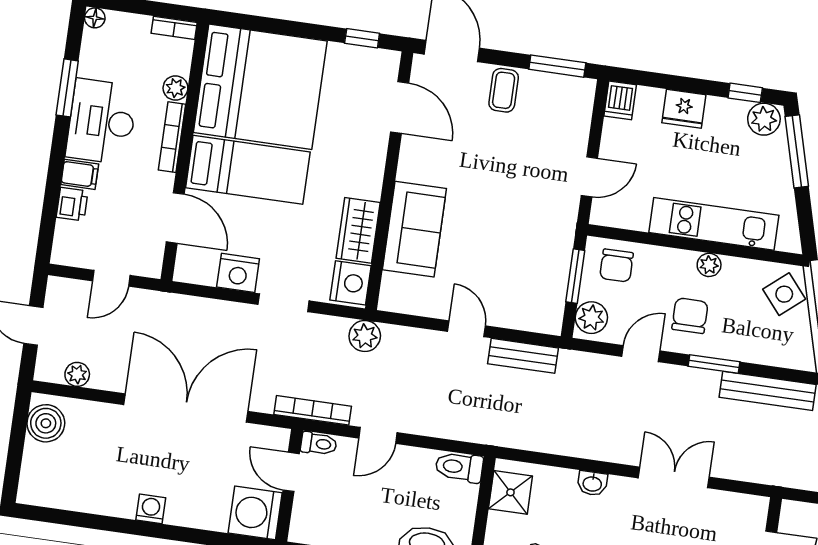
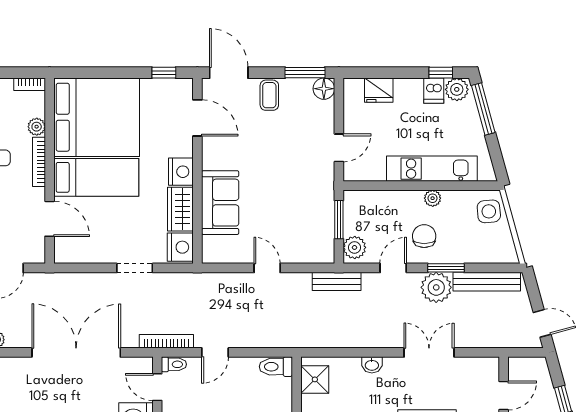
floor lamp: (580, 92) -> (324, 89), added
dishwasher: (620, 100) -> (434, 91), moved
fridge: (684, 109) -> (379, 90), moved
chair: (616, 265) -> (367, 208), removed
nightstand: (238, 273) -> (181, 172), moved, turned -90
side table: (784, 294) -> (489, 211), turned 35
plant: (365, 336) -> (436, 287), moved, width x1.36, depth x1.36
bench: (523, 356) -> (337, 281), moved

